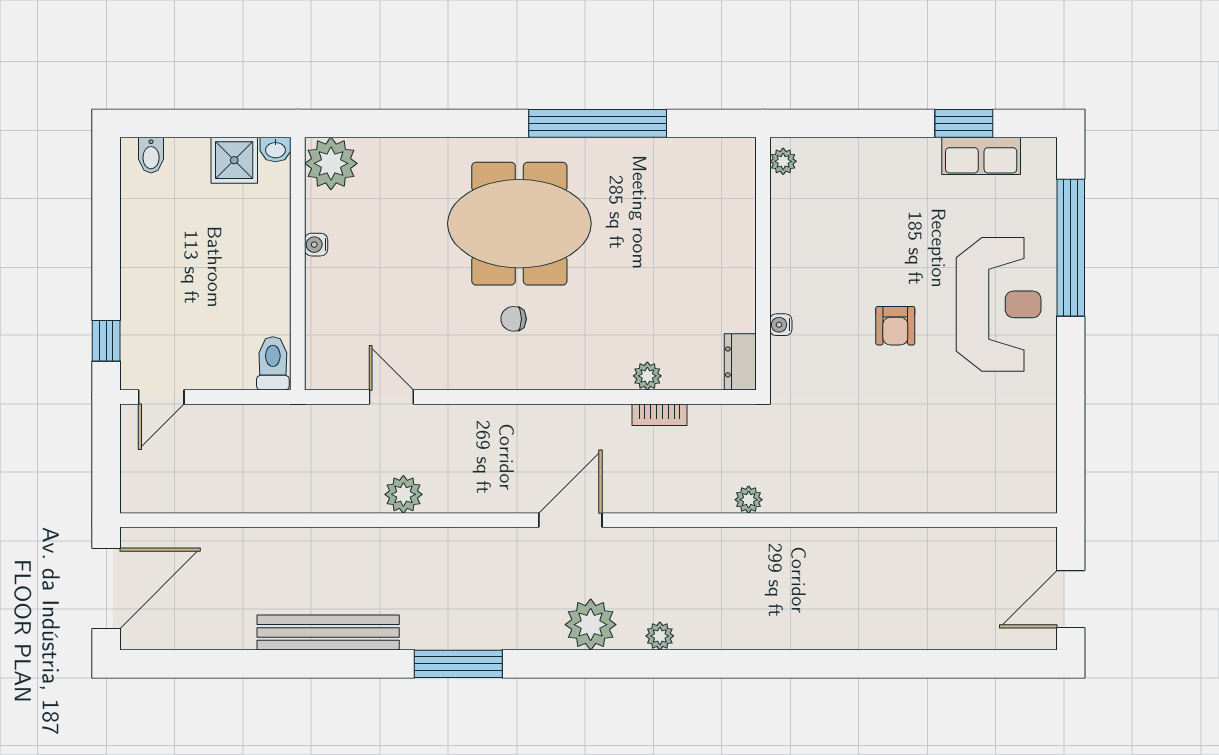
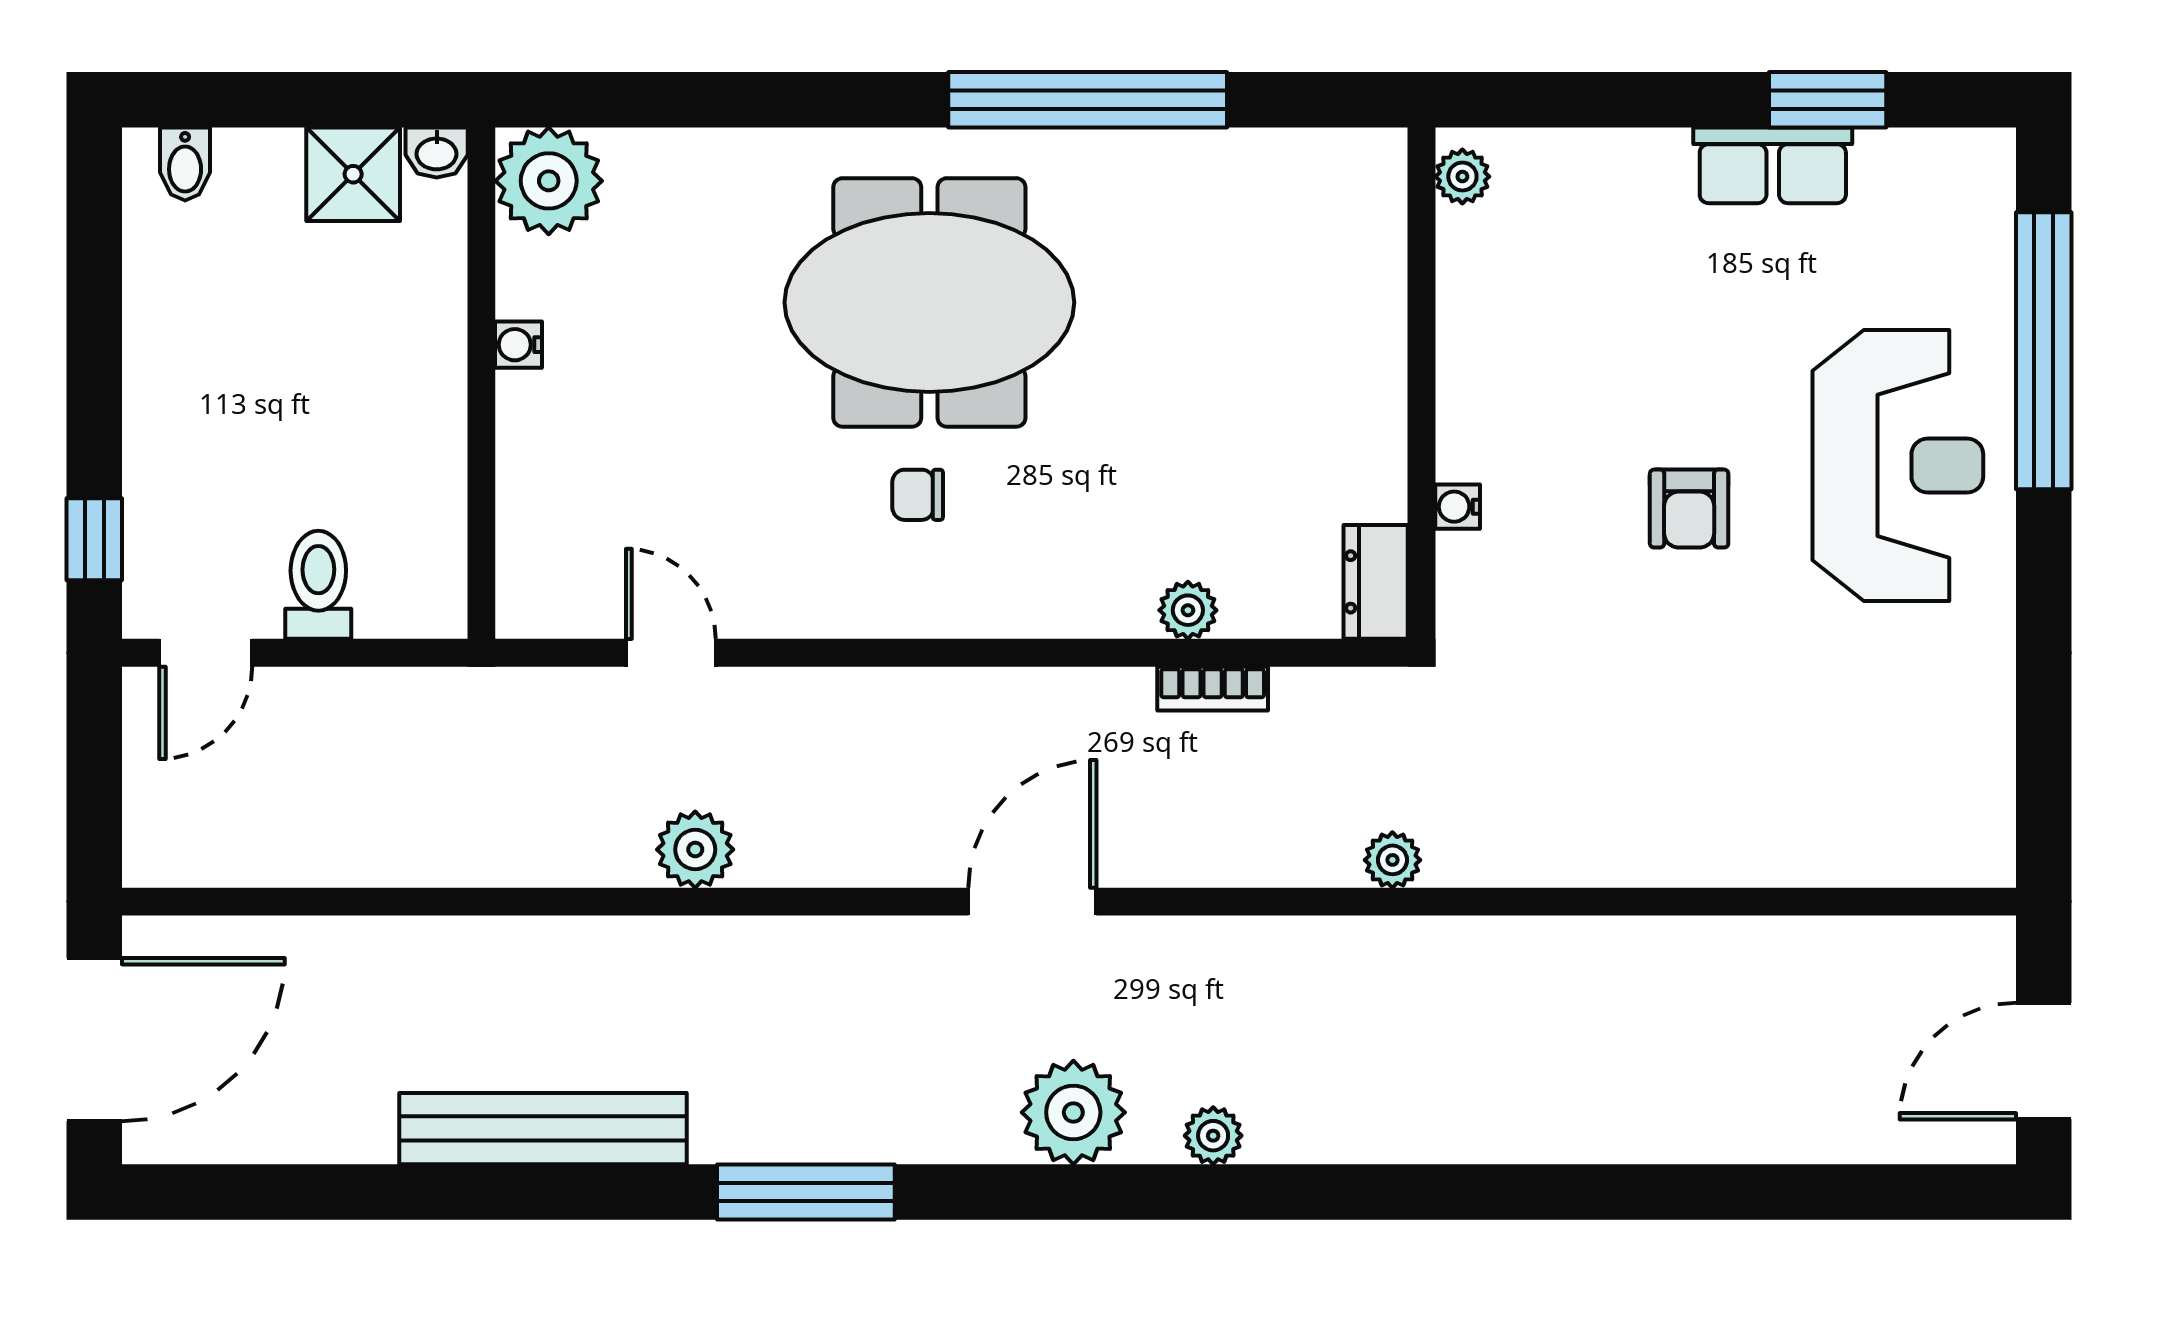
row of seats: (981, 156) -> (1773, 165), moved
toilet: (273, 363) -> (318, 585), moved

